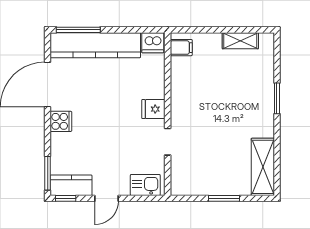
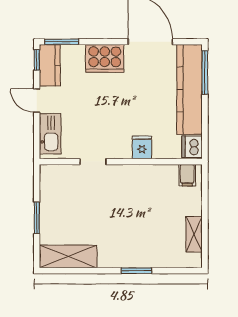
fridge: (153, 109) -> (142, 147), moved
cooker: (61, 121) -> (105, 58), width x1.87, depth x1.31
kitchen sink: (145, 185) -> (50, 134), width x1.38

